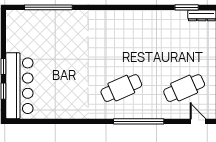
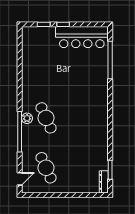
bar counter: (19, 86) -> (82, 37), moved
plant: (122, 112) -> (27, 118), added

